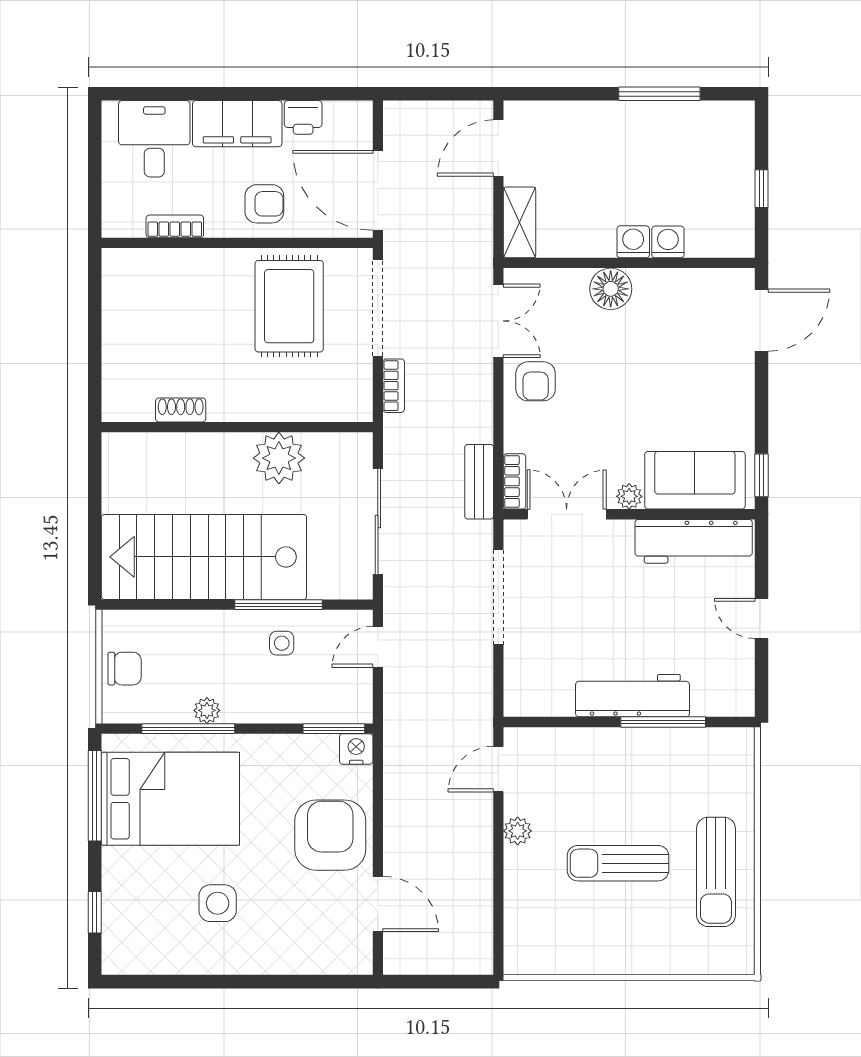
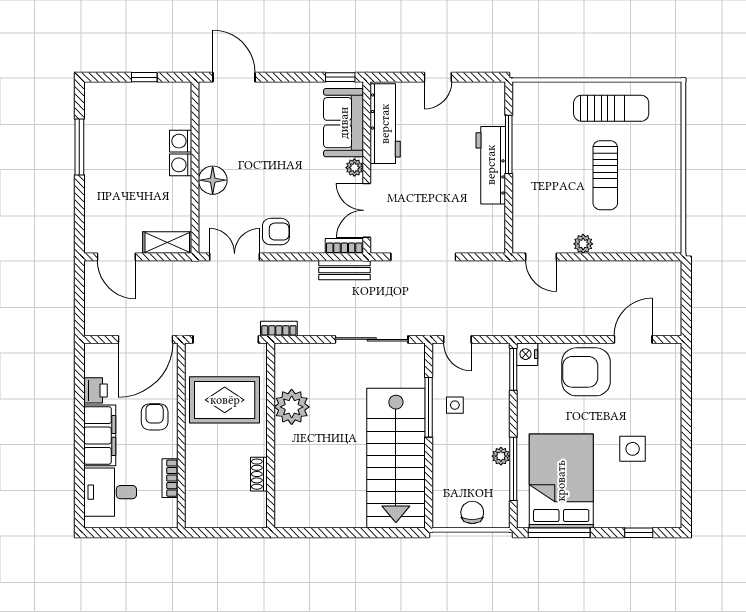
shoe rack: (181, 410) -> (259, 474), moved
wall: (237, 427) -> (271, 435), moved
plant: (279, 458) -> (292, 407), moved

